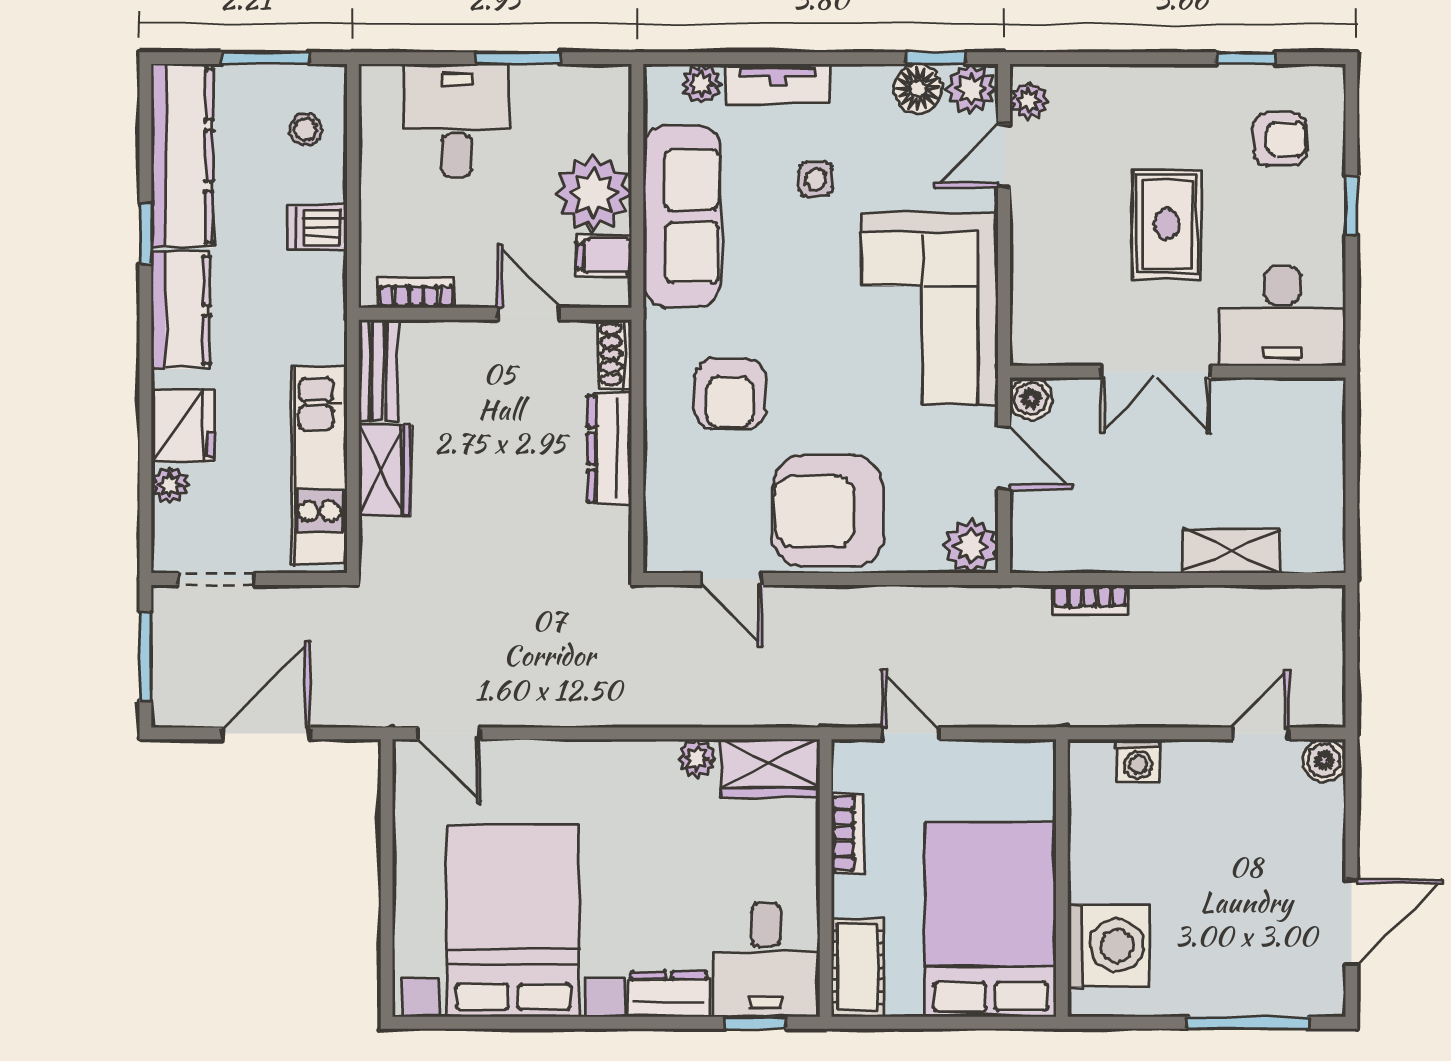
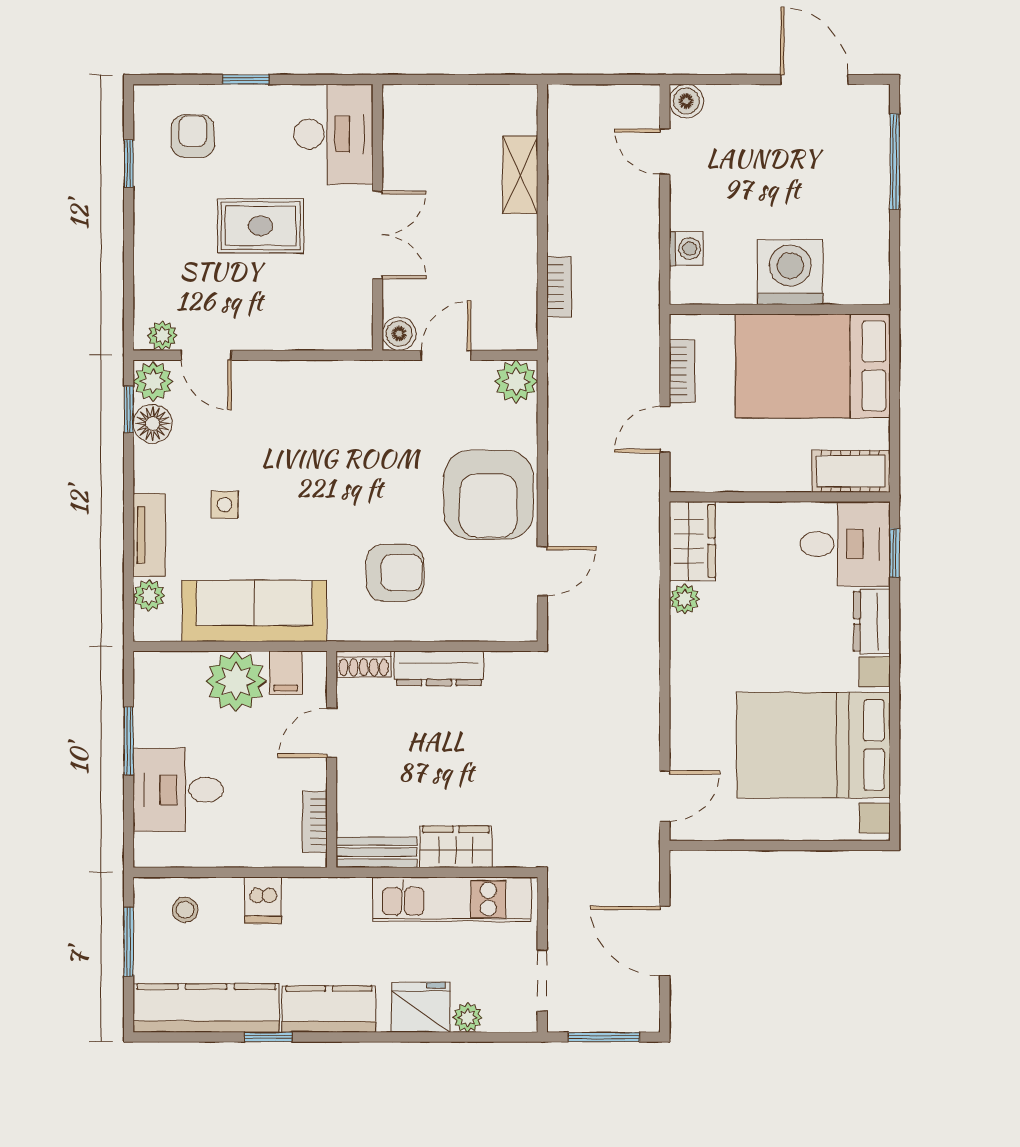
corner sofa: (930, 309) -> (328, 414), removed
bookcase: (847, 833) -> (682, 371), moved, turned 90
washing machine: (1109, 946) -> (790, 272), moved

